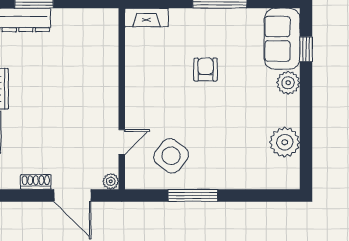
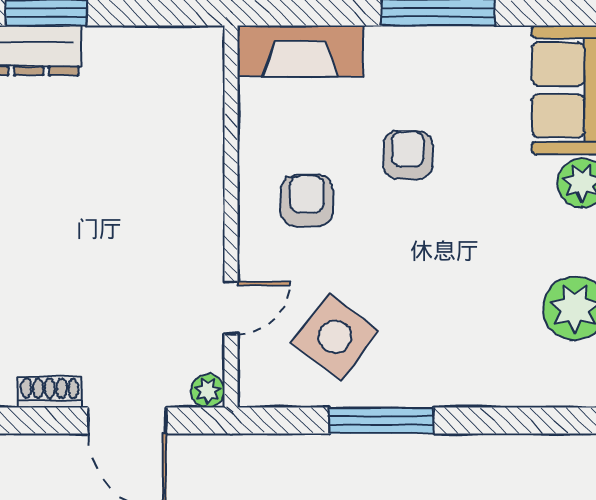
fireplace: (146, 17) -> (300, 51), width x1.37, depth x1.32
armchair: (158, 91) -> (307, 201), added

